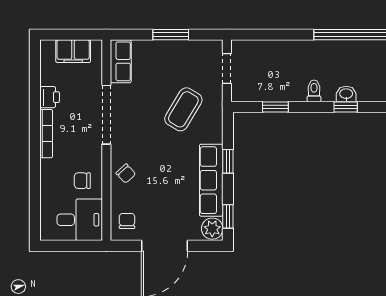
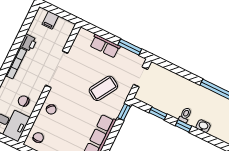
window: (171, 35) -> (130, 47), moved
filing cabinet: (73, 51) -> (50, 20), width x0.50
row of seats: (121, 61) -> (105, 46), moved, turned 90
window: (346, 107) -> (183, 126), moved
window: (228, 161) -> (124, 112), moved

